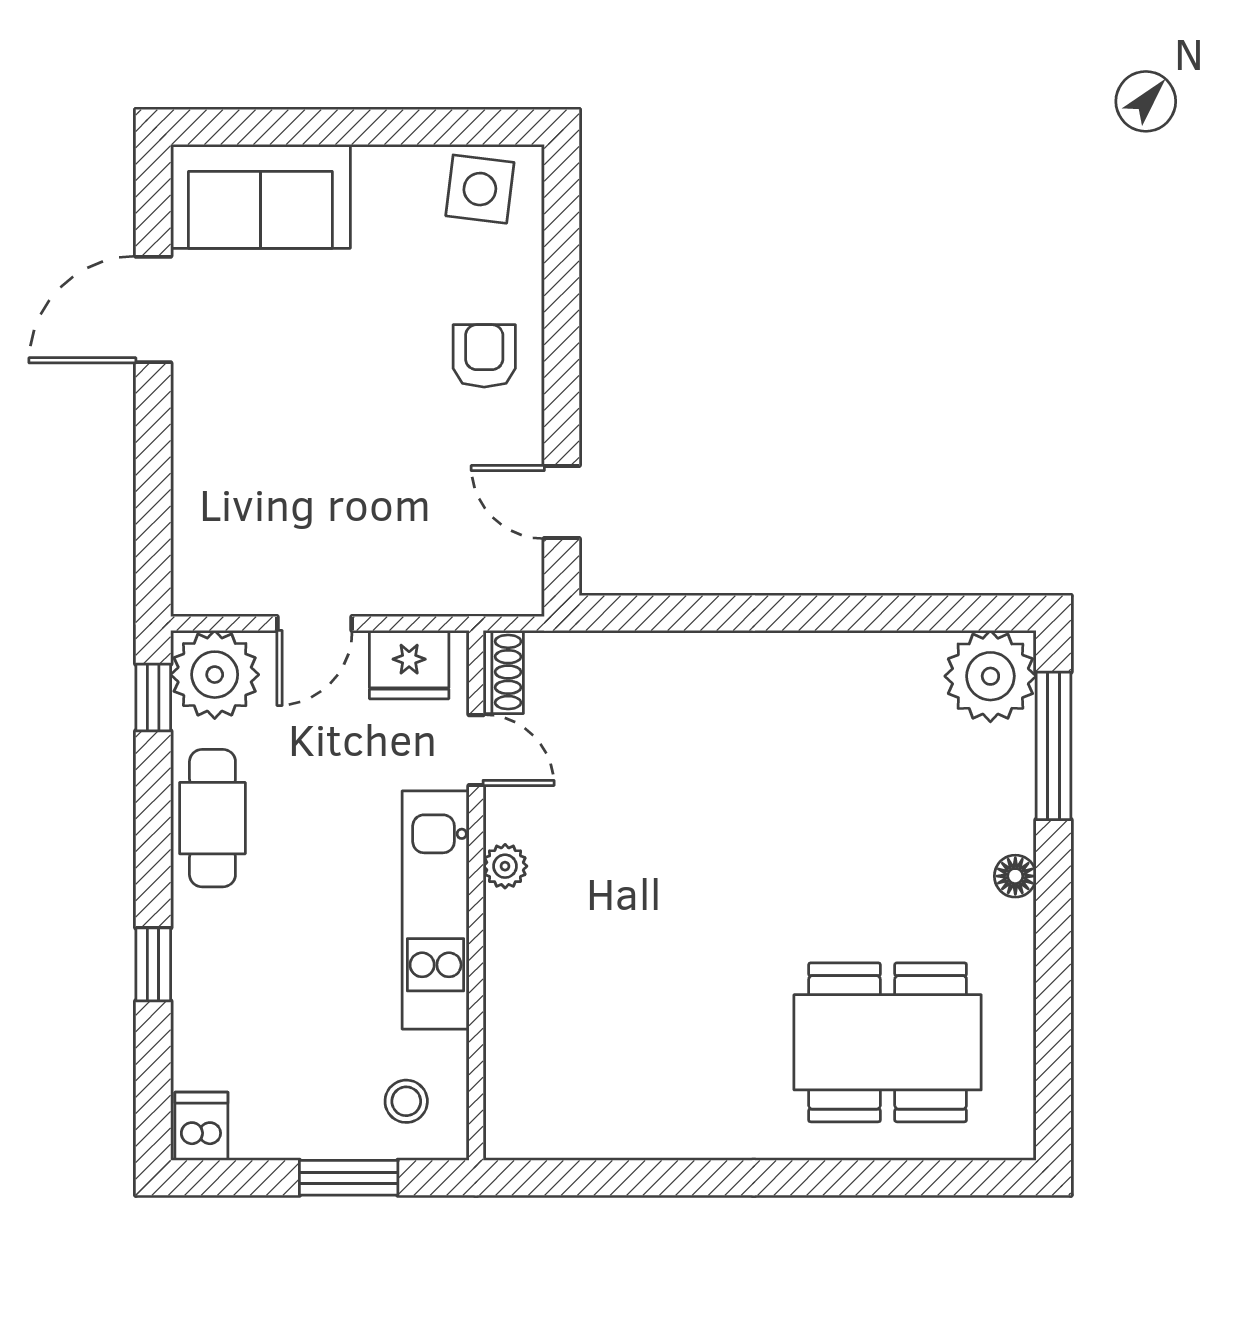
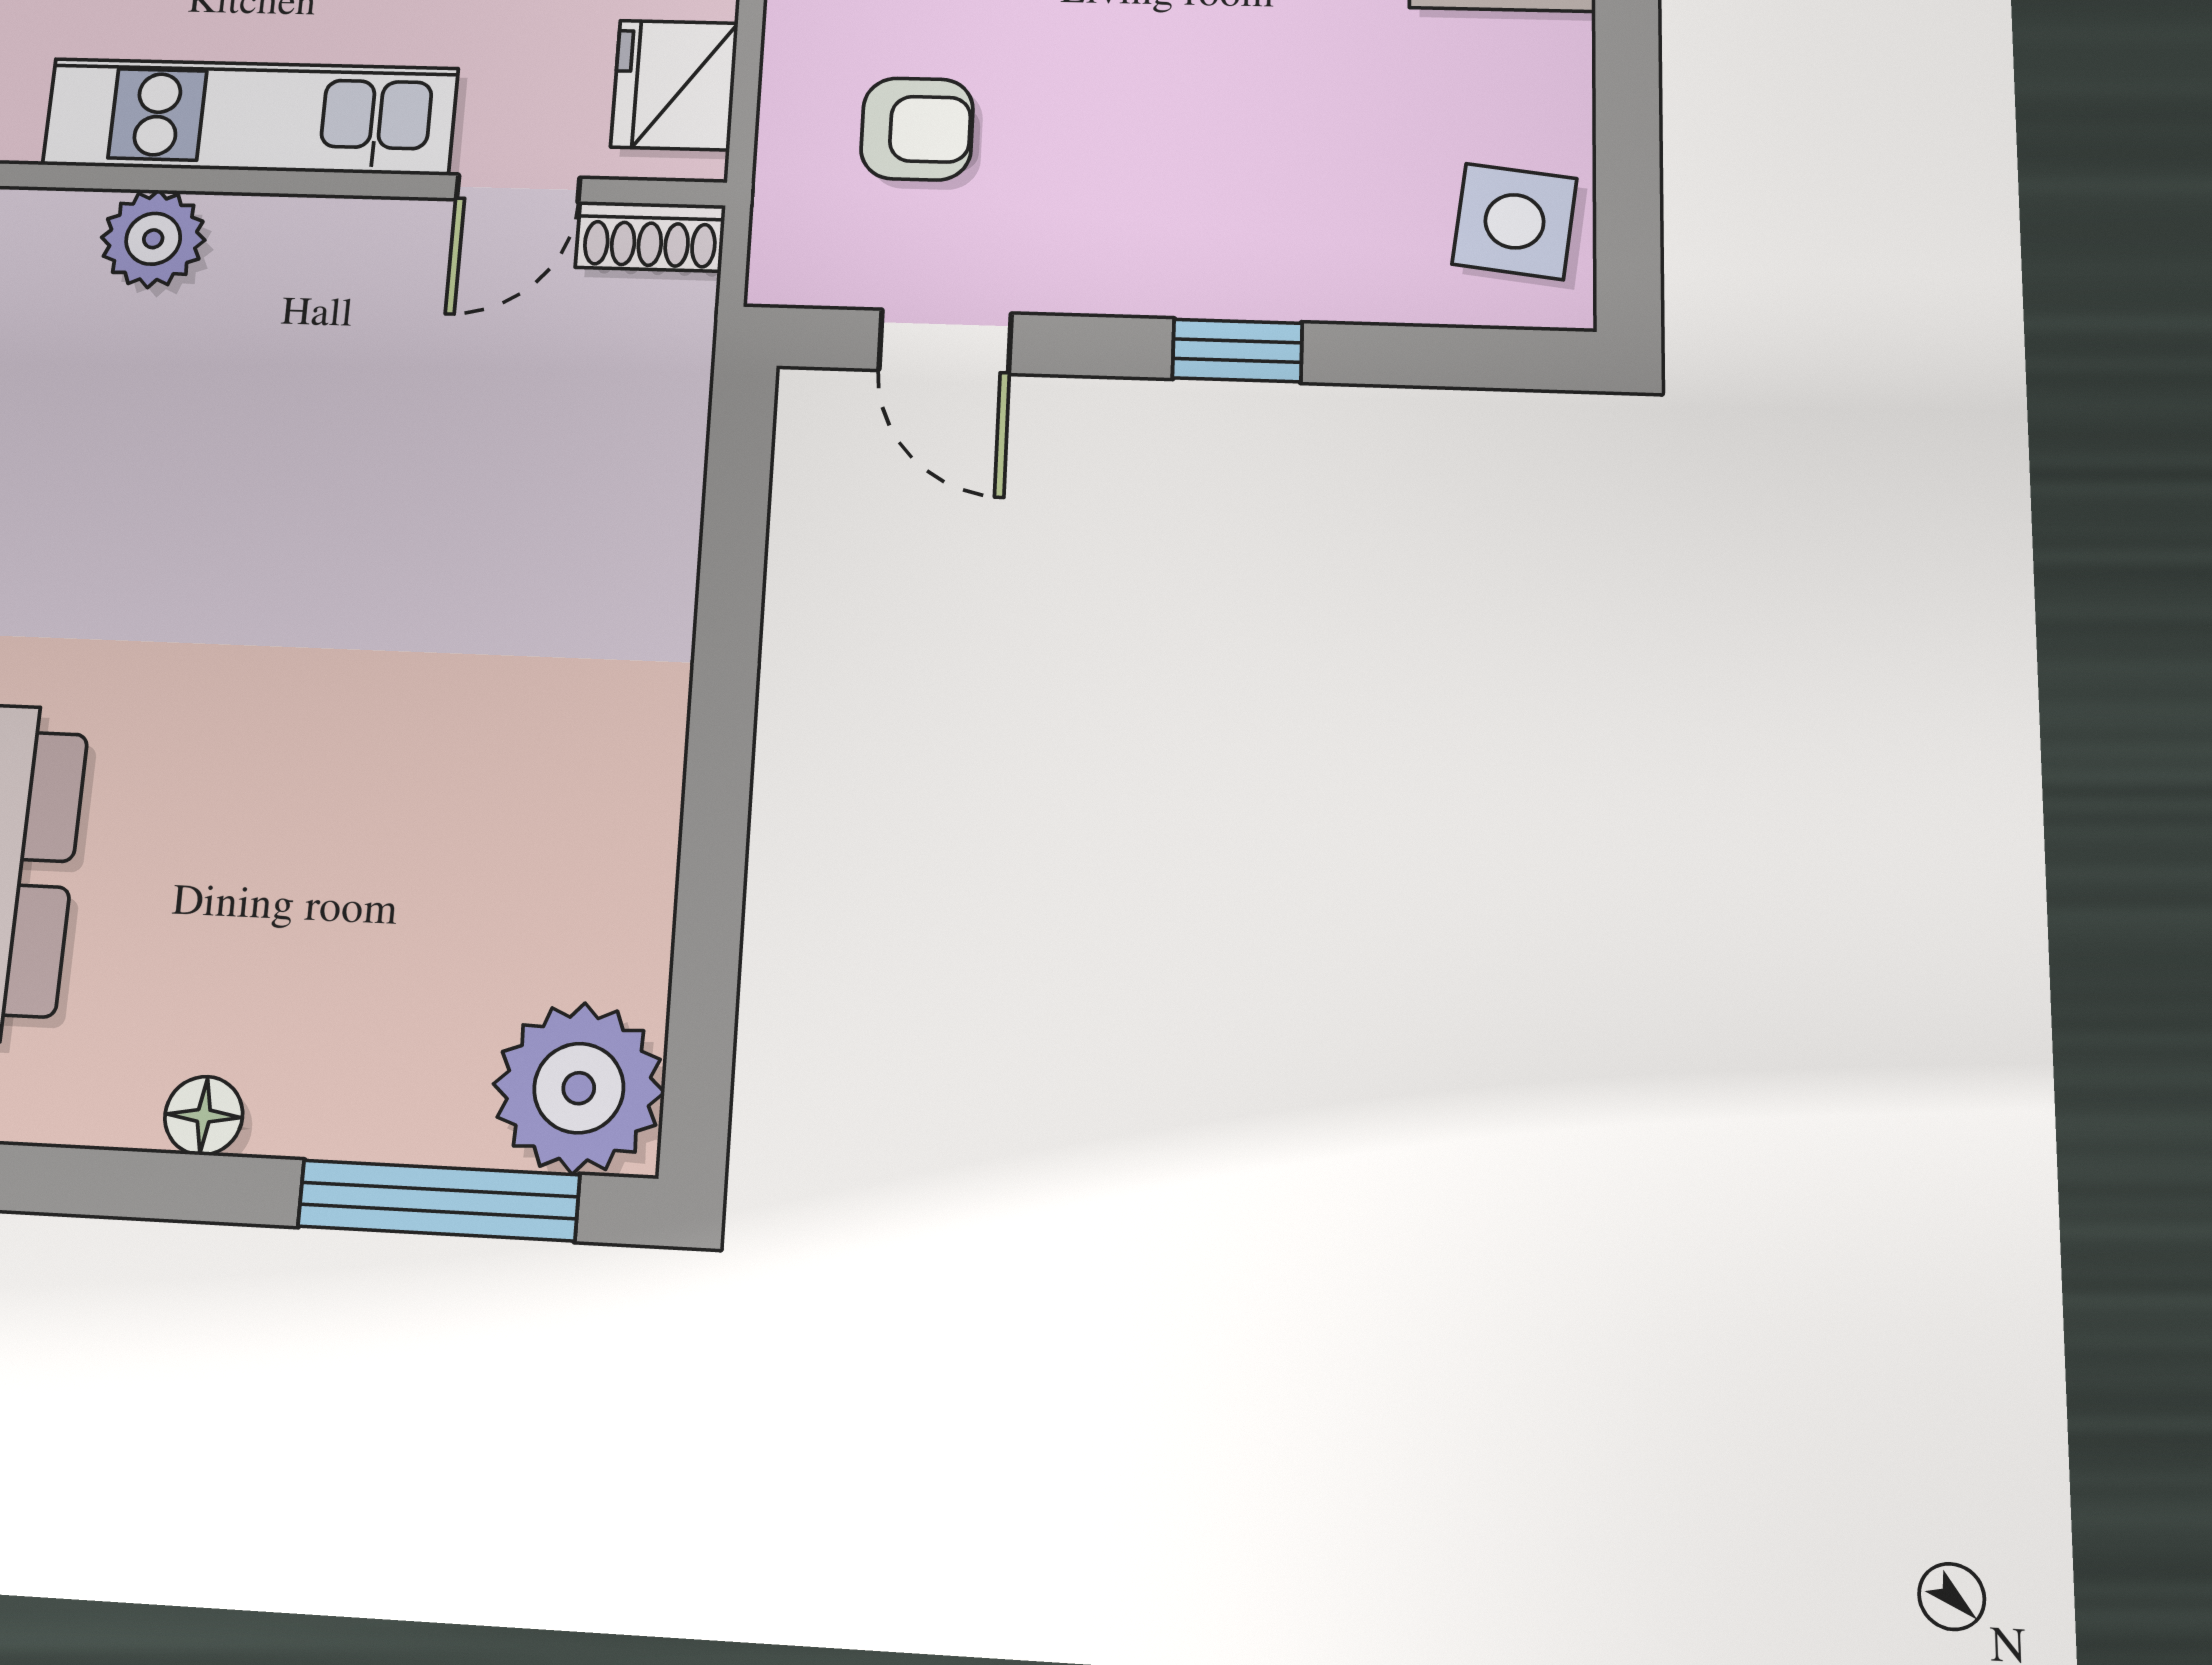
window: (562, 340) -> (1237, 351), added
armchair: (484, 356) -> (917, 129), moved
door: (562, 502) -> (945, 342), swing flipped
plant: (505, 866) -> (153, 239), moved, width x1.38, depth x1.38

